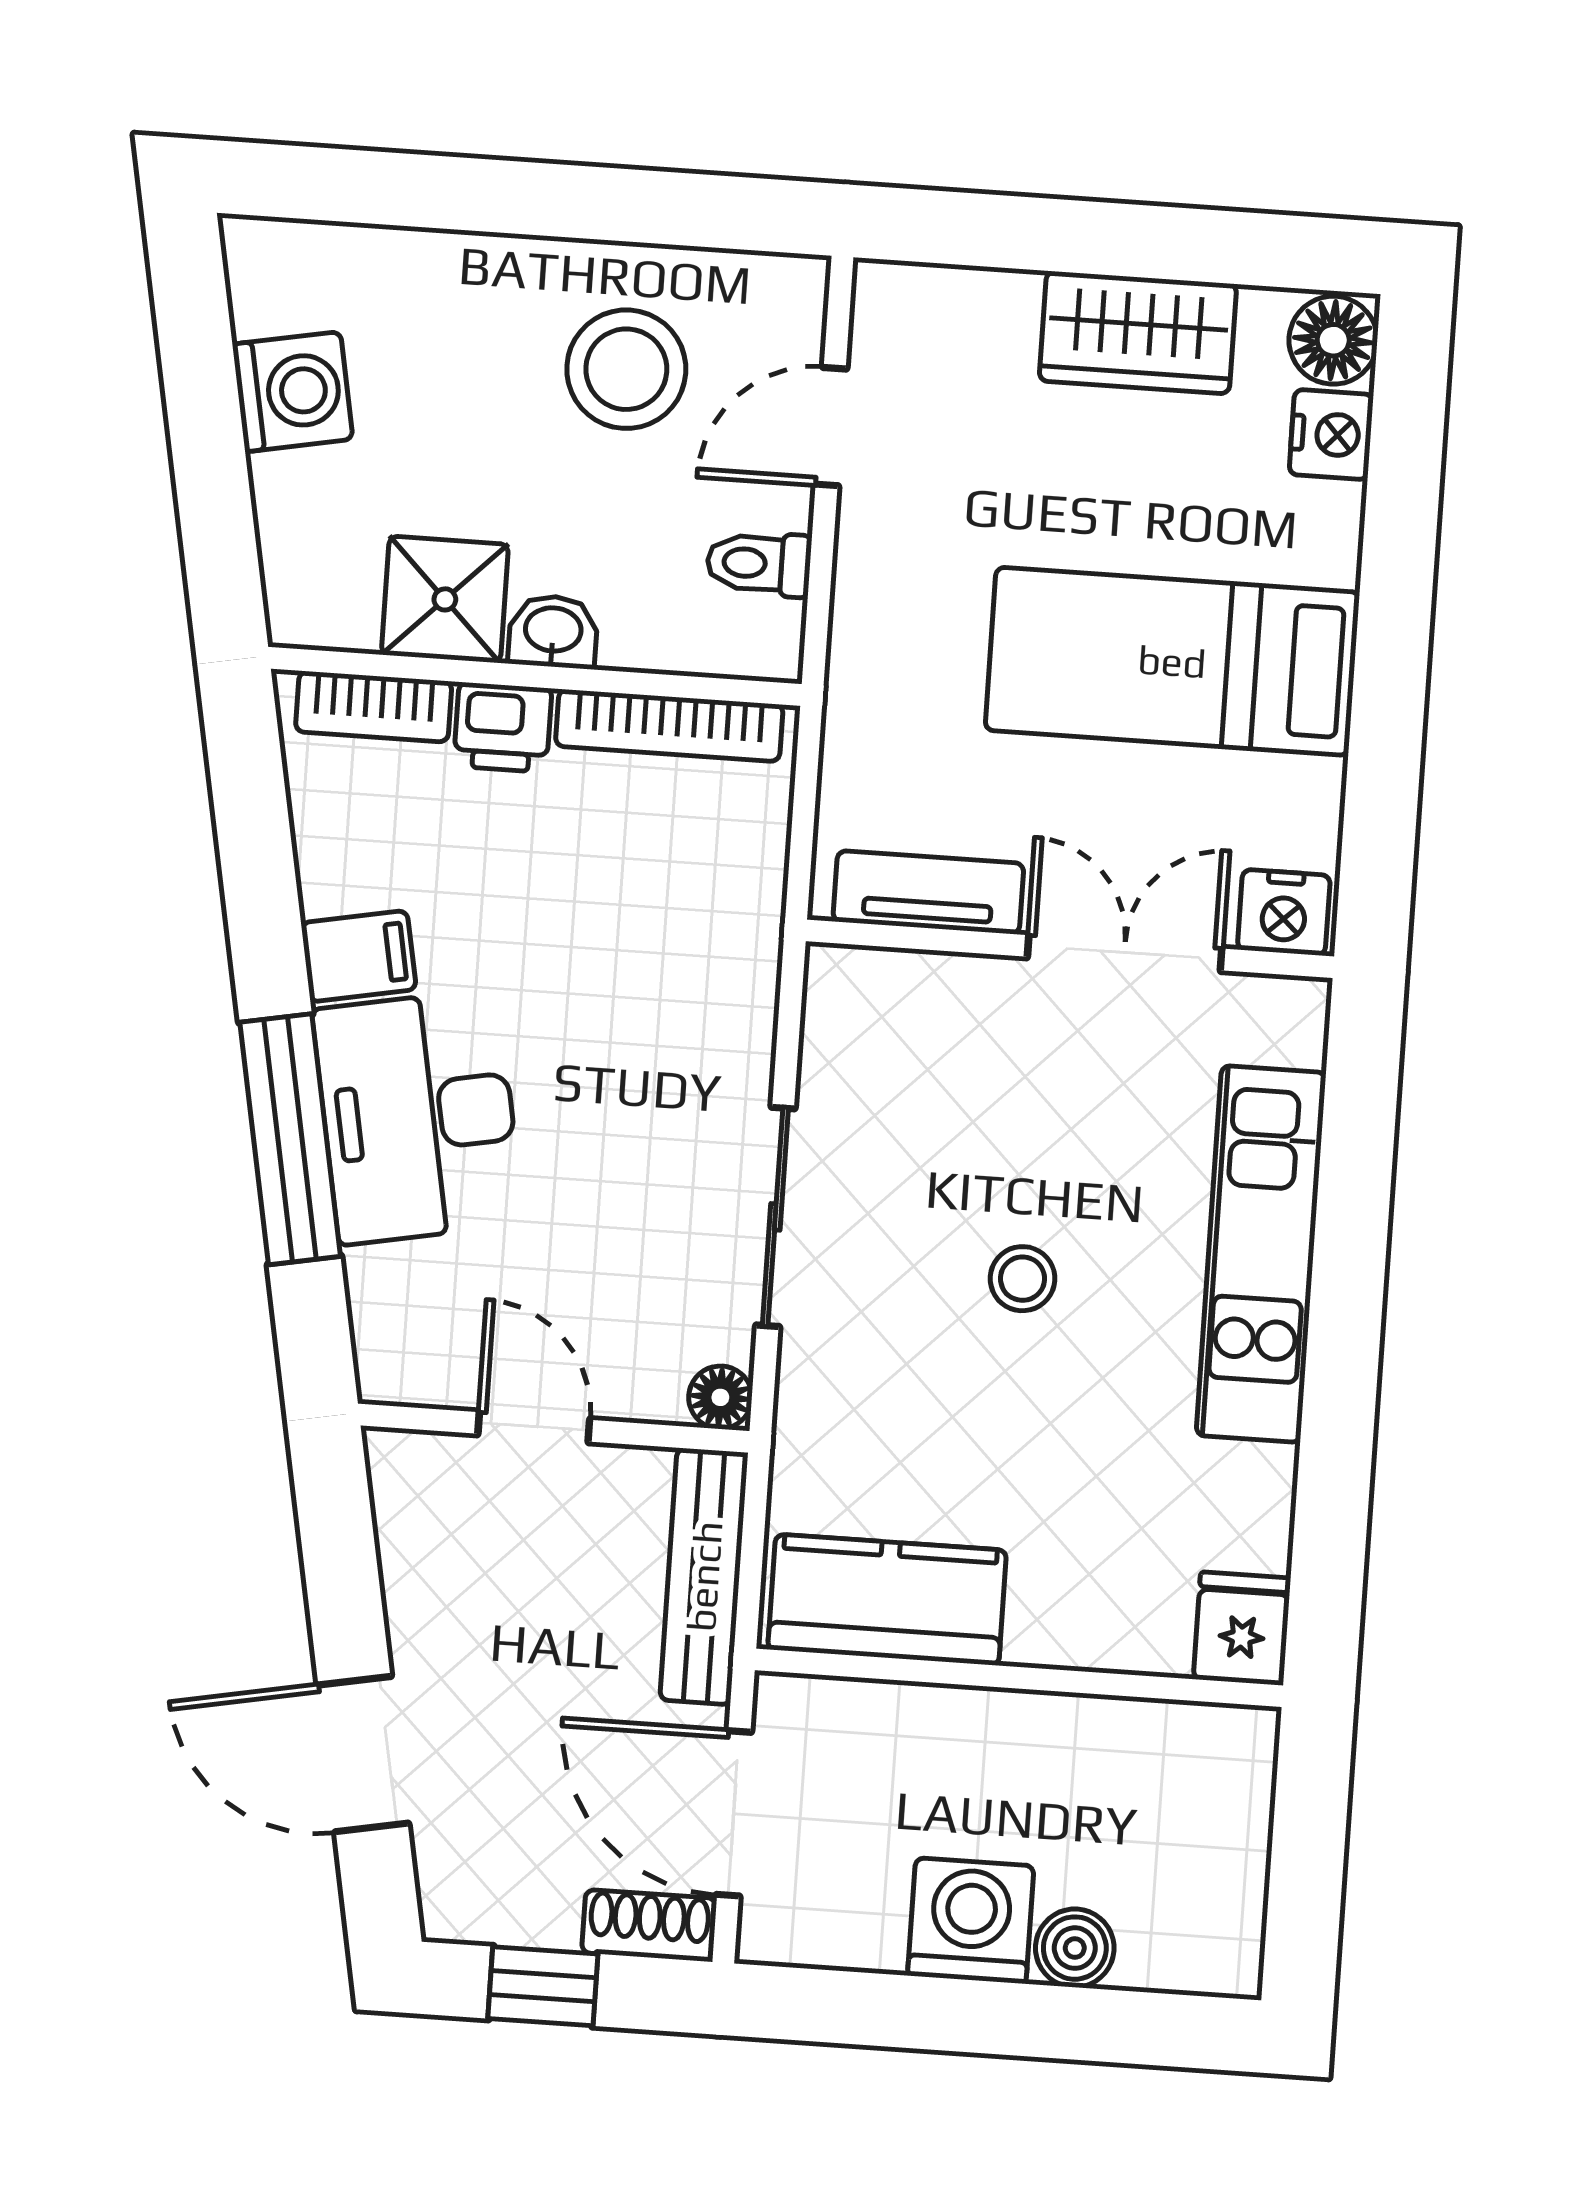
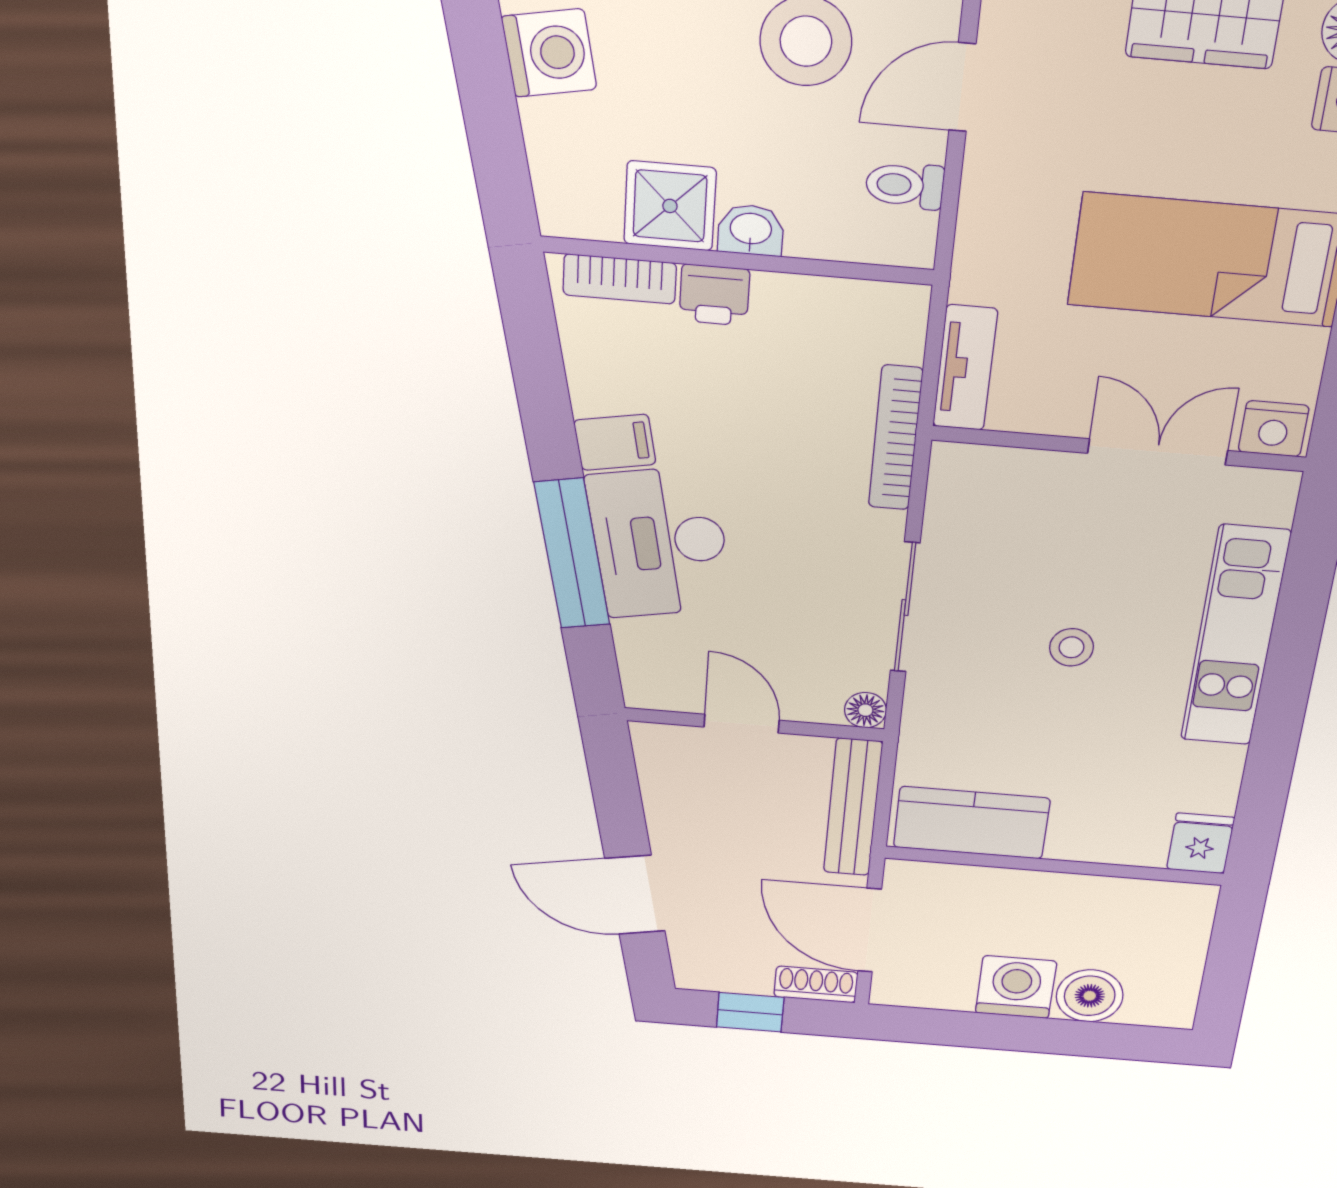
bookcase: (669, 725) -> (895, 438), moved, turned 90
tv unit: (928, 892) -> (965, 368), moved, turned 90
boiler: (1075, 1948) -> (1090, 996), width x1.36, depth x1.36

